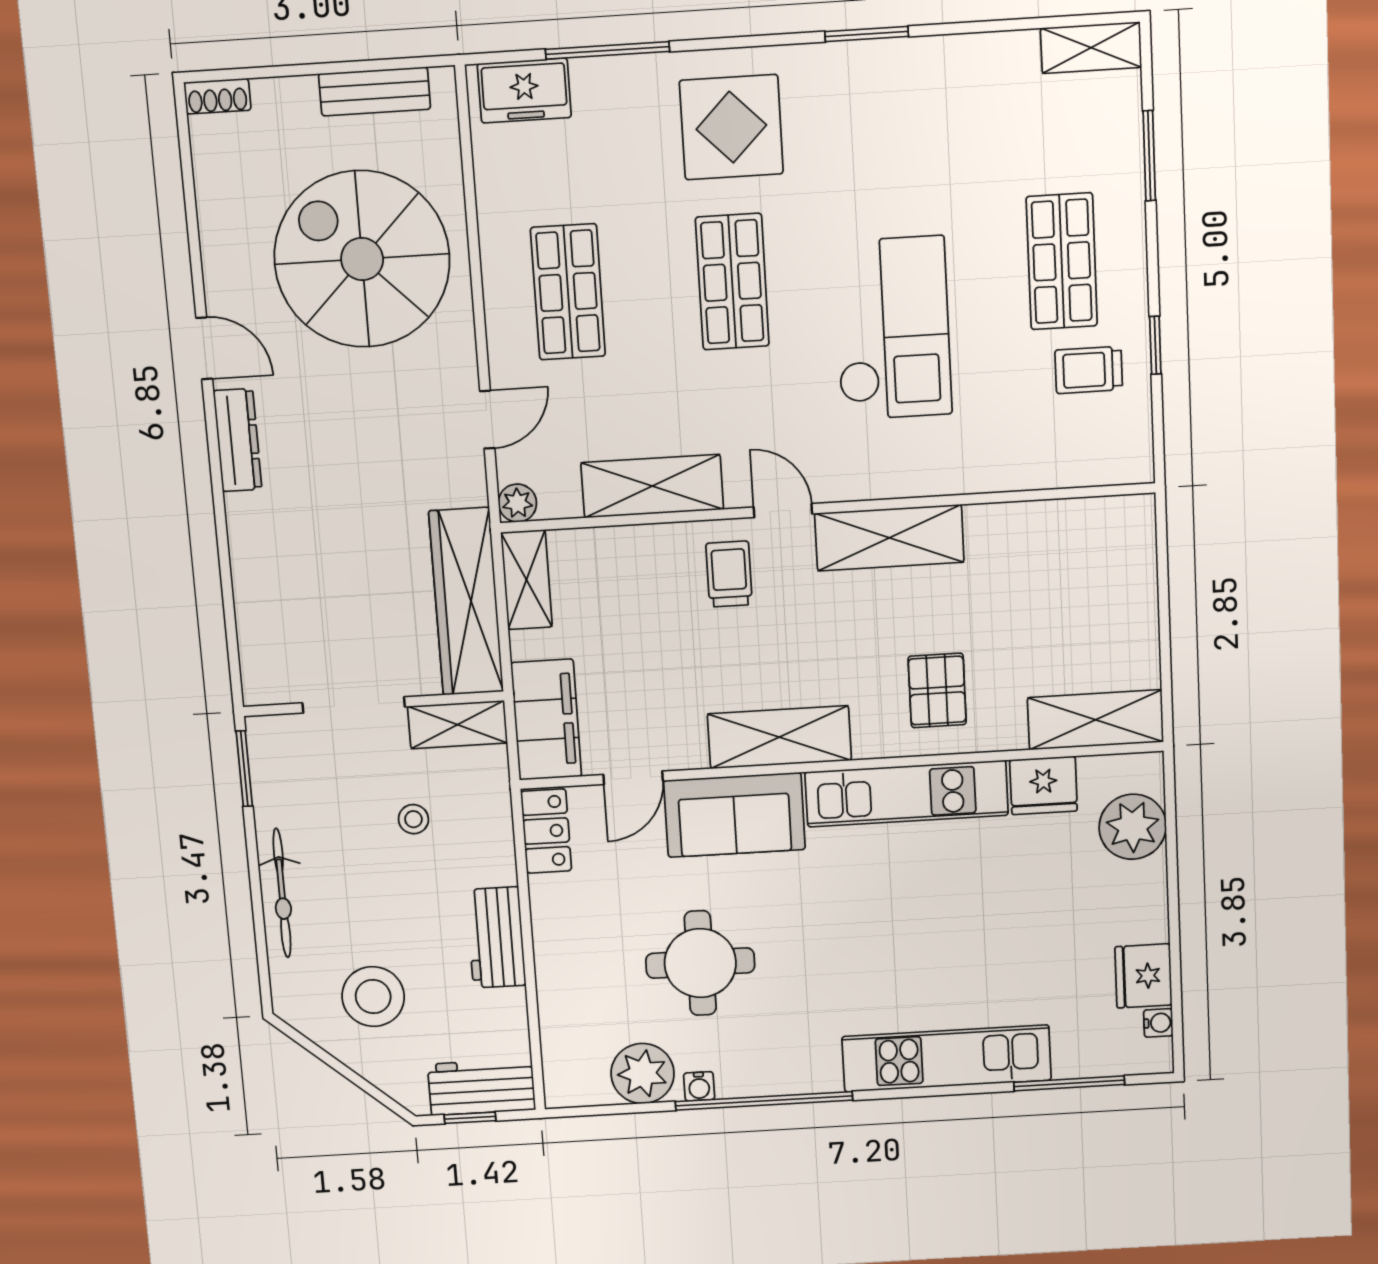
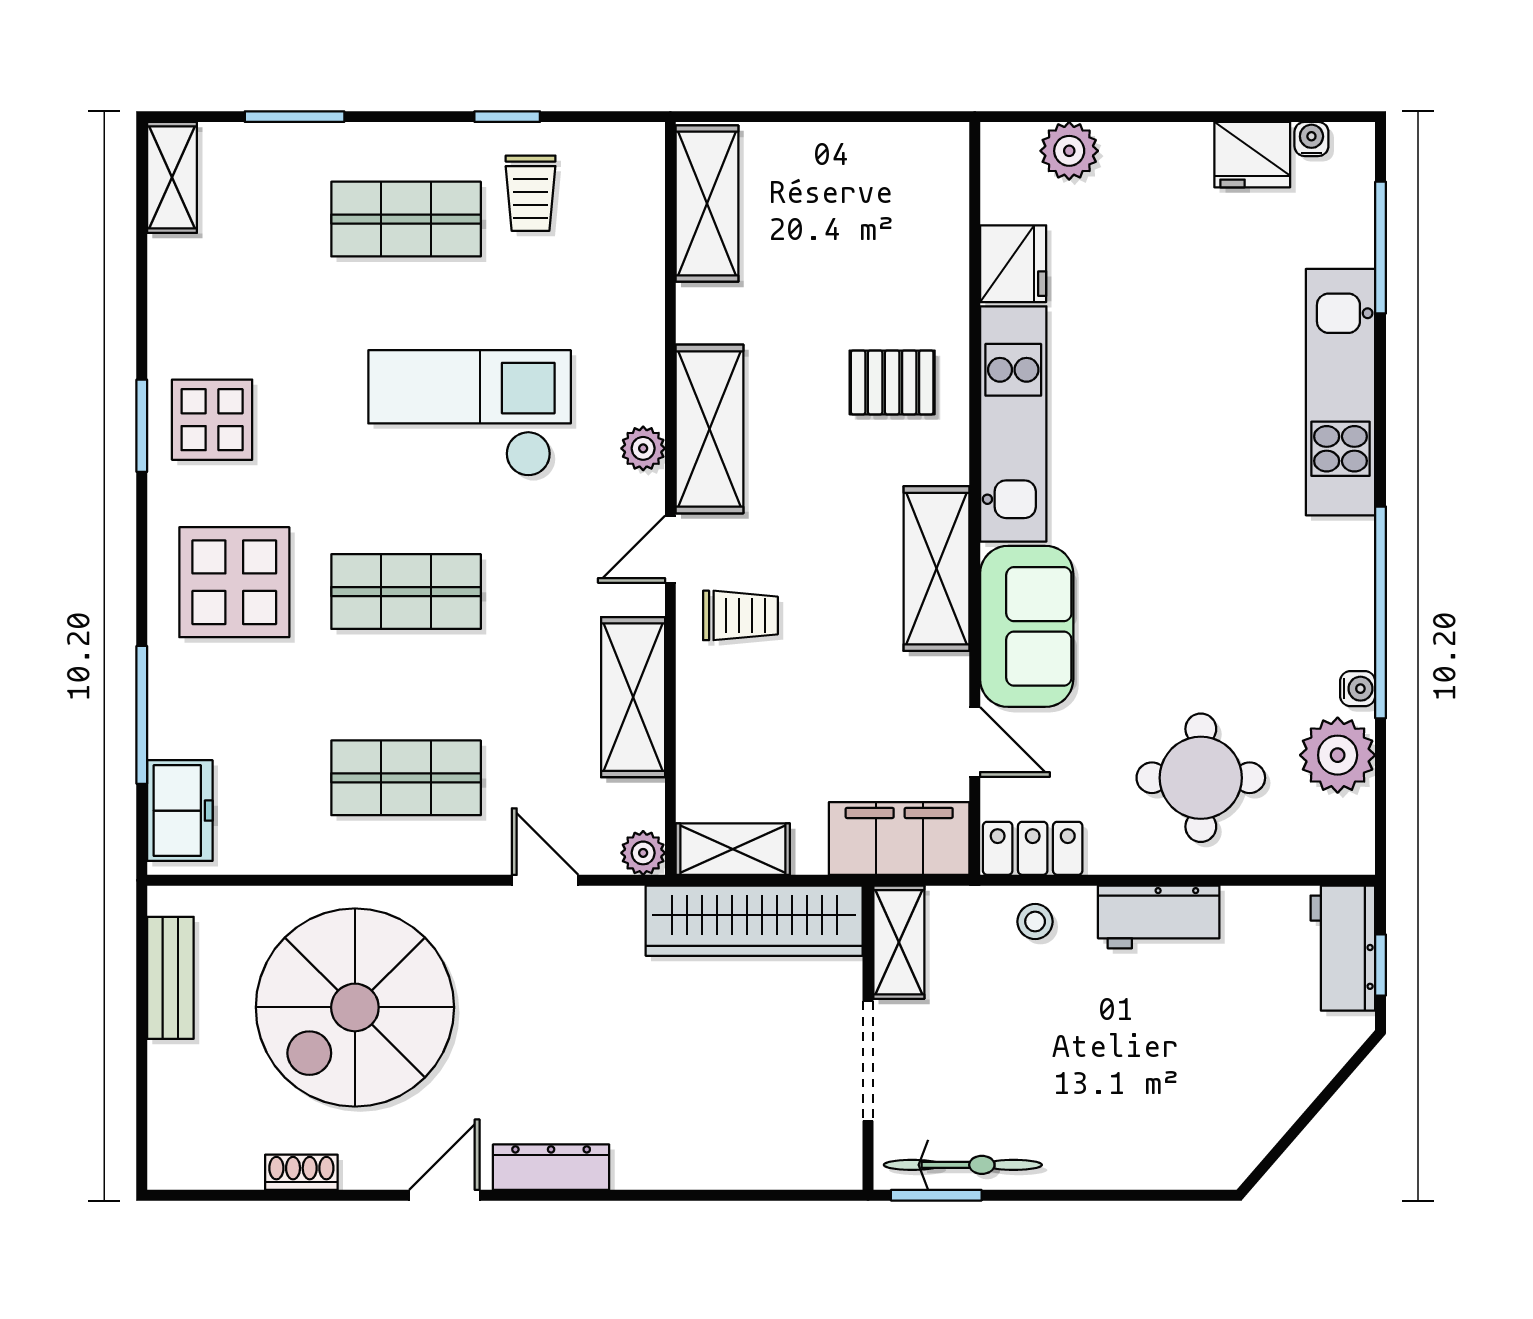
shoe rack: (217, 96) -> (301, 1172), moved, turned -90
display table: (875, 98) -> (212, 420), added
plant: (869, 482) -> (643, 448), added
trolley: (729, 574) -> (740, 615), turned 180
shelving: (1096, 720) -> (707, 204), moved
stool: (413, 819) -> (1035, 922), moved
plant: (1133, 827) -> (1069, 151), width x0.73, depth x0.73
bicycle: (282, 893) -> (963, 1165), moved
round table: (700, 963) -> (1201, 778), moved
stool: (373, 997) -> (1223, 1068), removed

